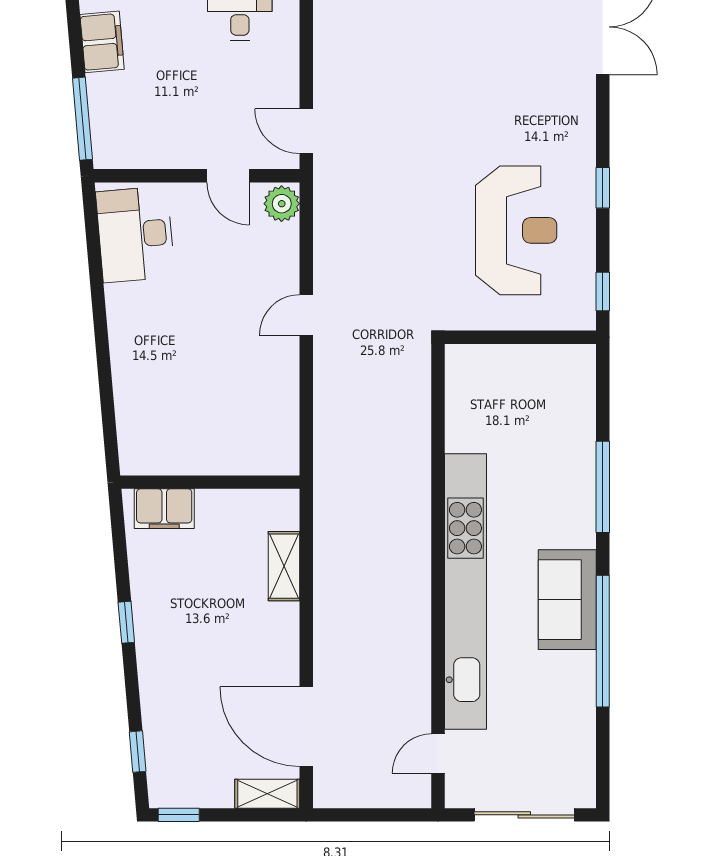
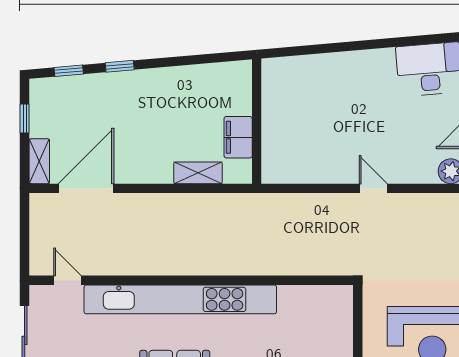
filing cabinet: (164, 509) -> (238, 137), moved
window: (126, 622) -> (120, 66), moved
window: (179, 815) -> (25, 119), moved

